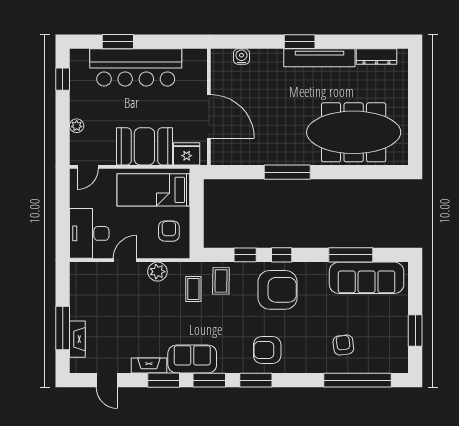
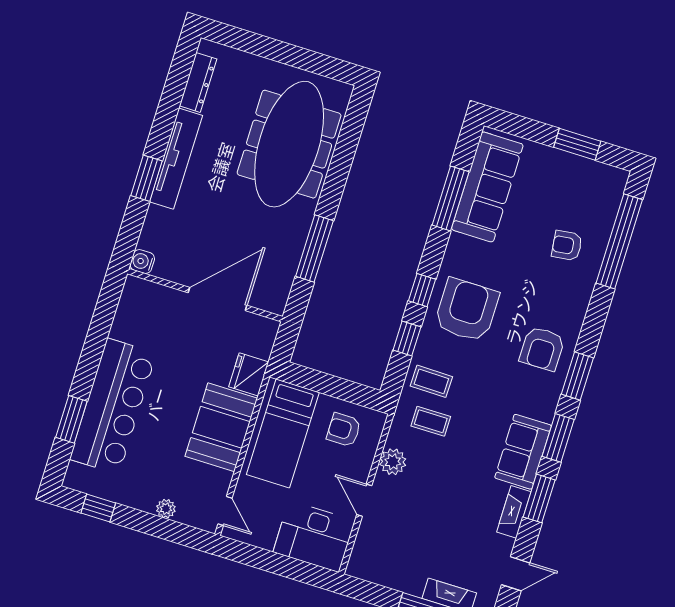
wall: (209, 107) -> (205, 295), moved
door: (209, 116) -> (217, 299), moved

